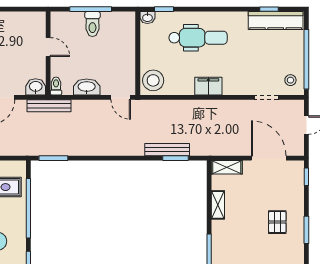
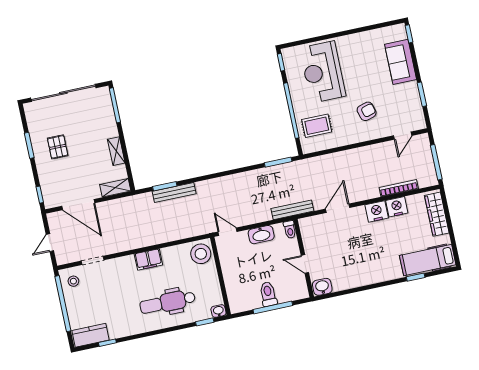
kitchen counter: (276, 21) -> (90, 335), width x0.67
washbasin: (36, 87) -> (322, 287), moved, turned 180

